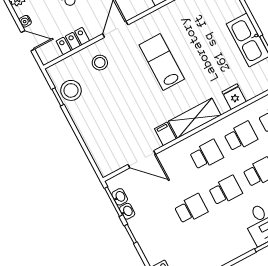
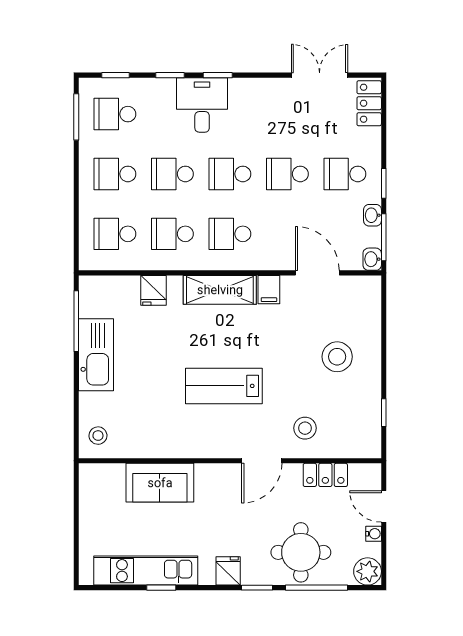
lab bench: (162, 62) -> (224, 386), turned 90
stool: (71, 90) -> (337, 357), moved
washbasin: (120, 197) -> (372, 259), moved
school desk: (157, 227) -> (345, 174), added

